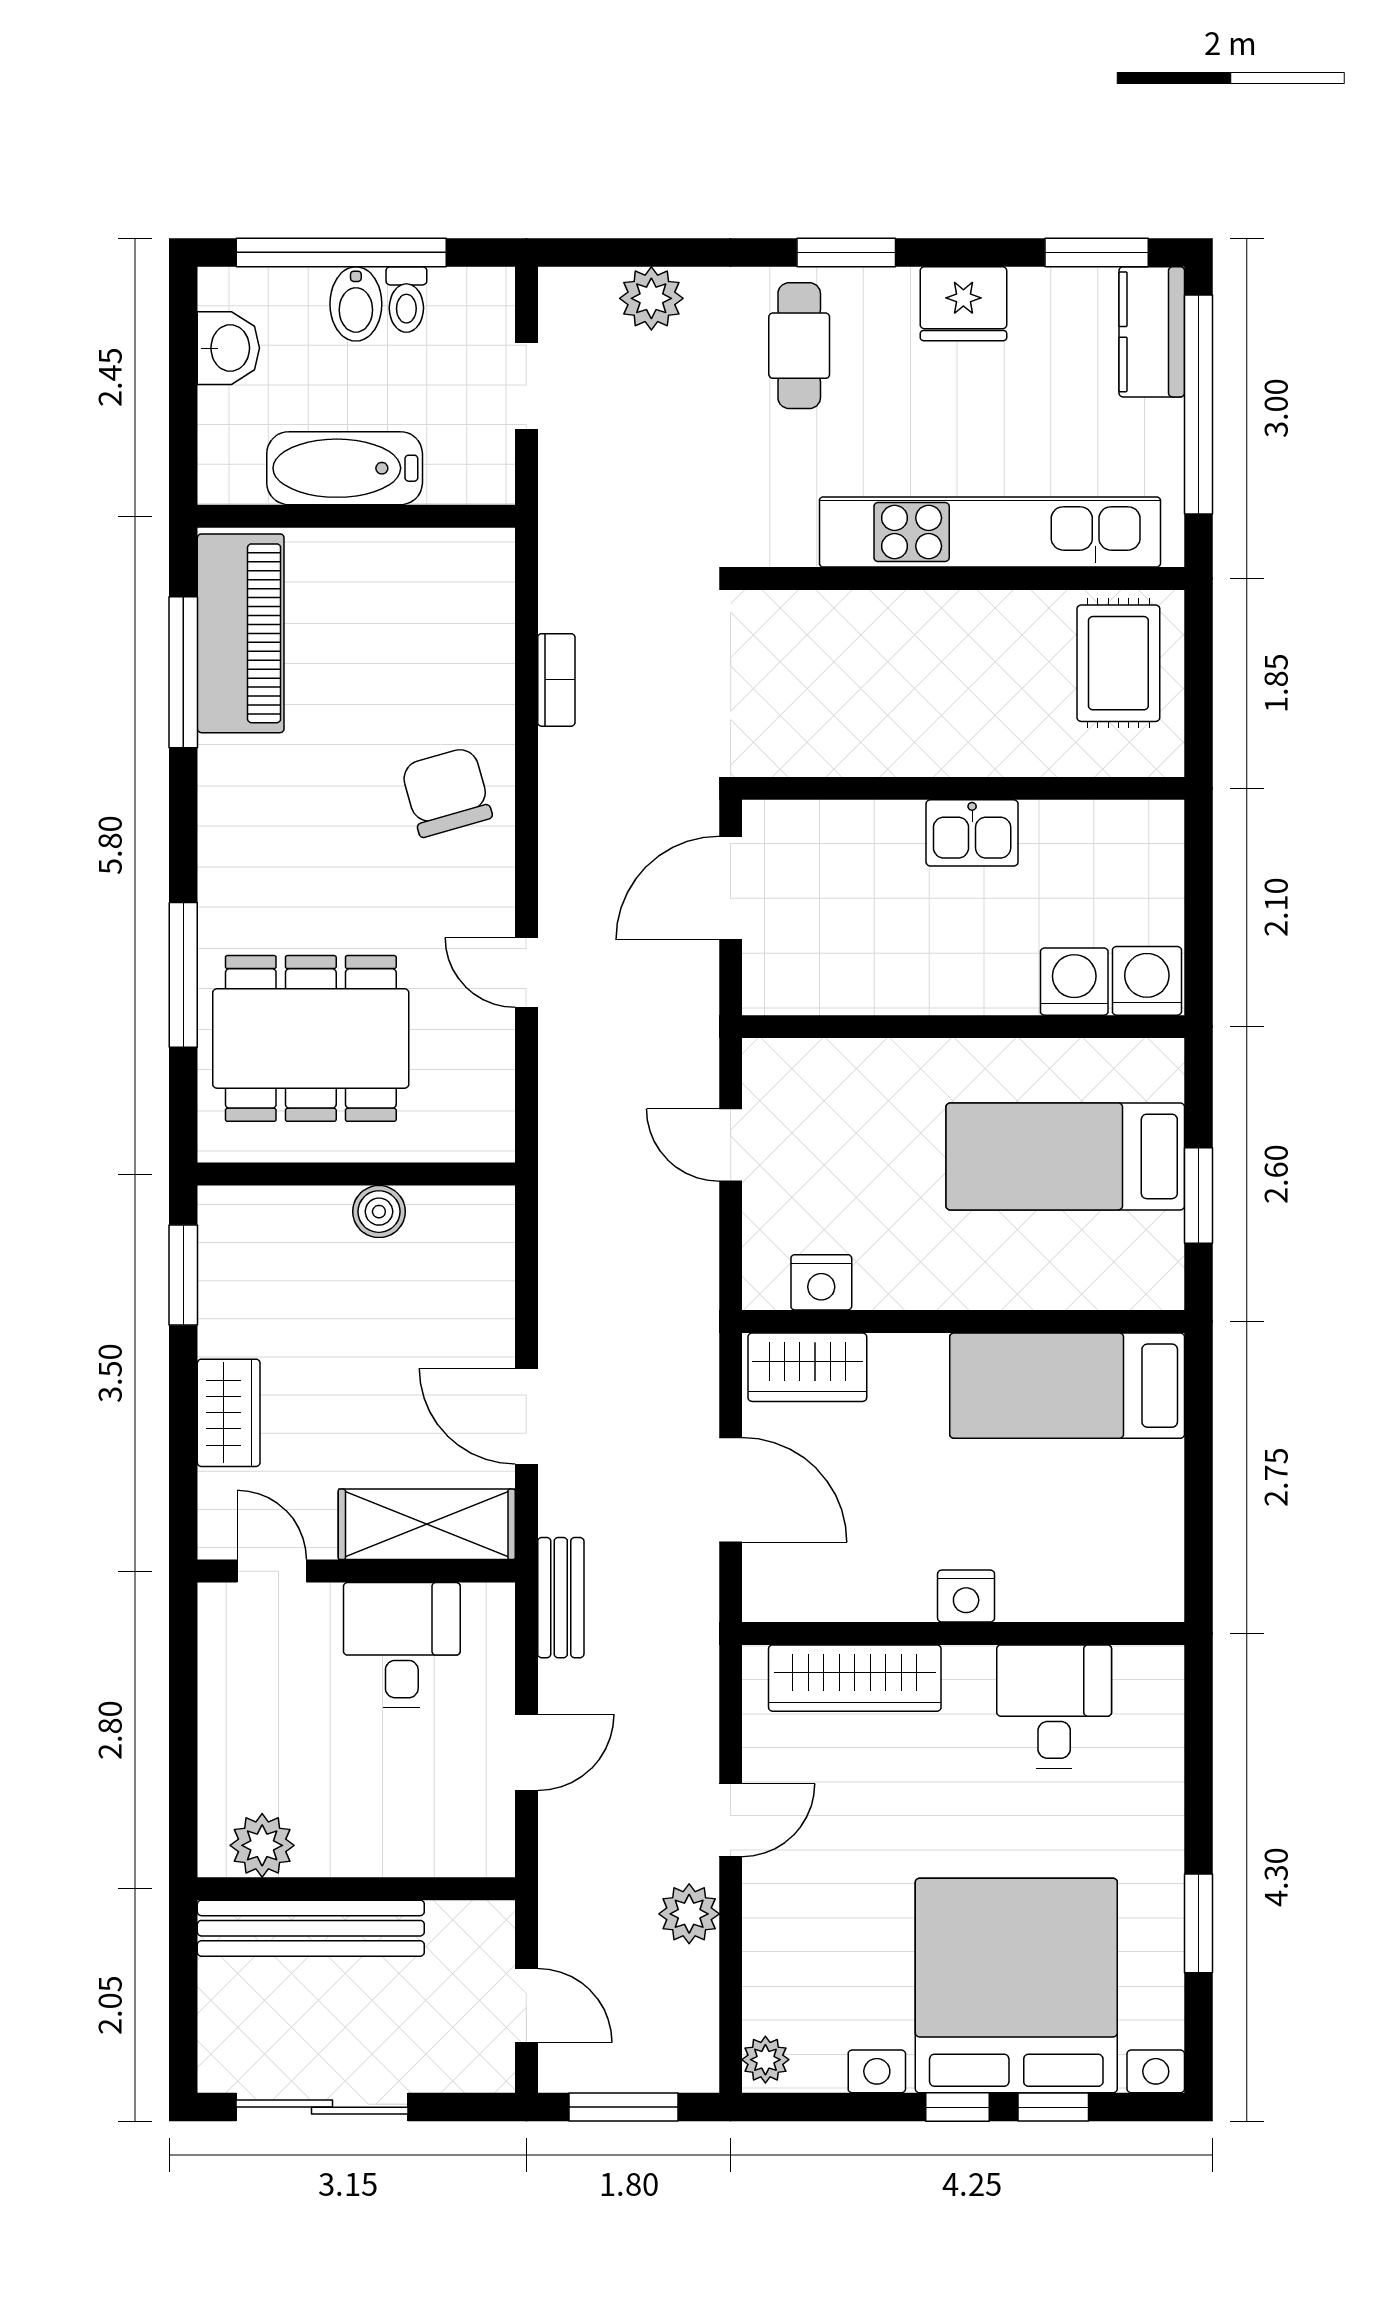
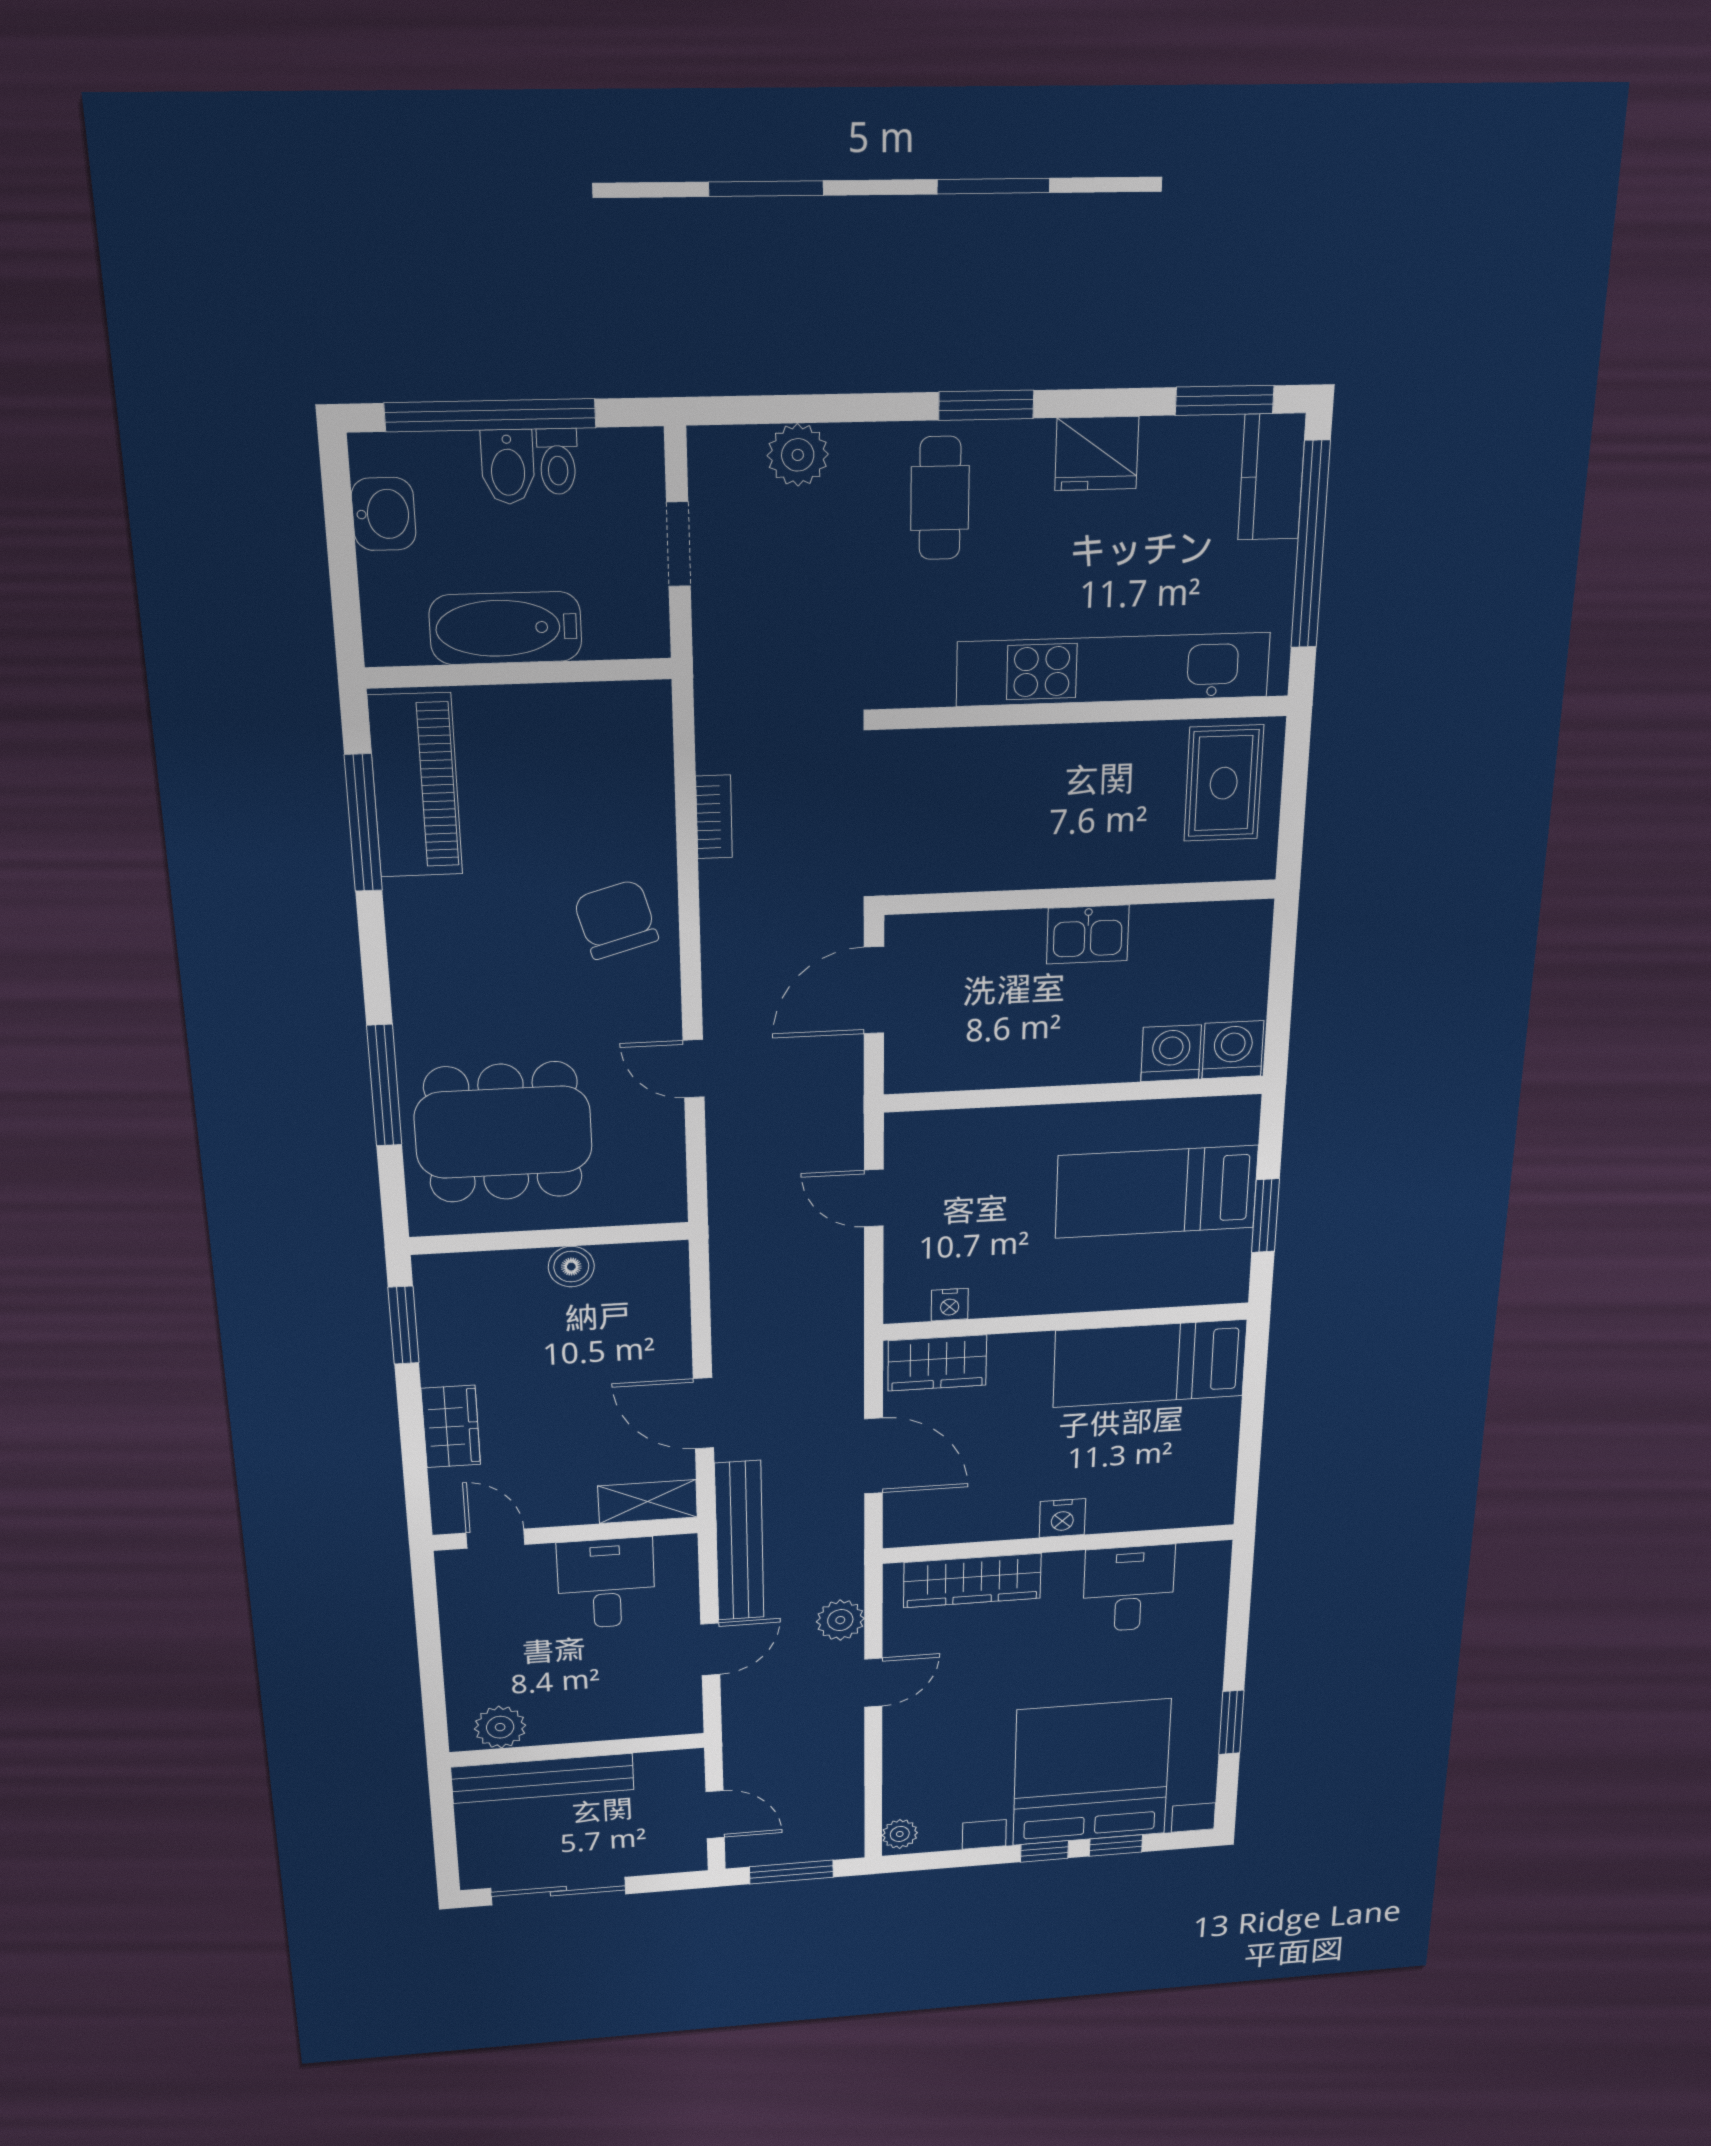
nightstand: (821, 1282) -> (950, 1305), width x0.72, depth x0.74
shelving: (427, 1524) -> (648, 1502), width x0.67, depth x0.75
bench: (561, 1598) -> (739, 1541), width x1.86, depth x1.21
plant: (689, 1914) -> (840, 1620), moved

